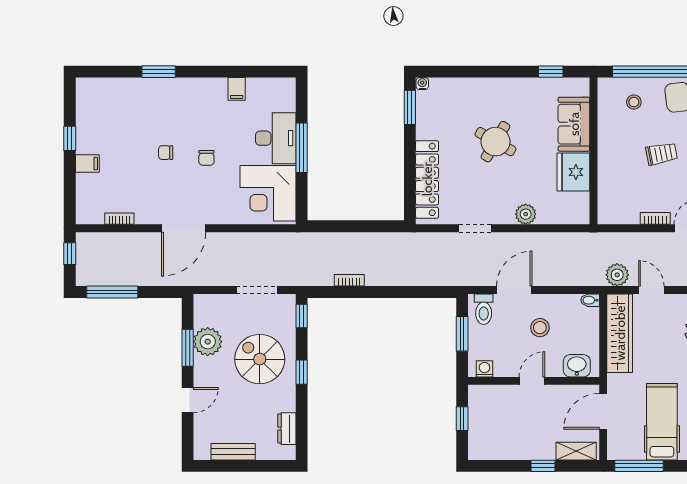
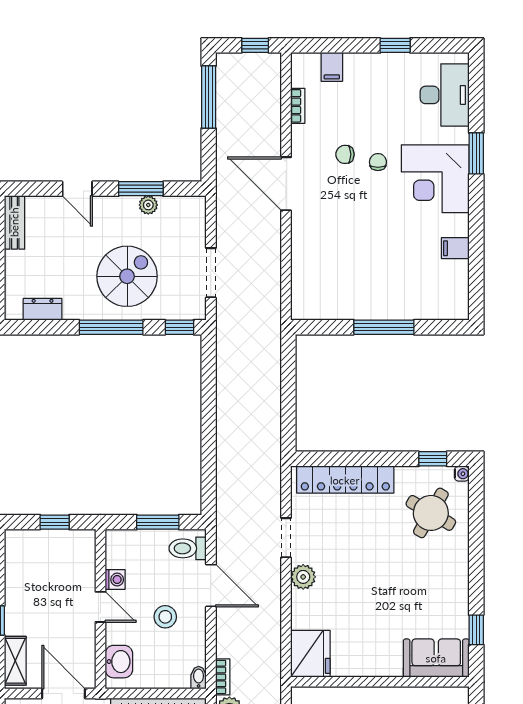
window: (410, 107) -> (433, 459), width x0.67
sofa: (574, 124) -> (436, 658), moved
desk: (276, 138) -> (445, 95), moved, turned -90
round table: (495, 142) -> (431, 513), moved
chair: (206, 158) -> (345, 154), moved
filing cabinet: (87, 164) -> (332, 67), moved
fridge: (573, 172) -> (310, 654), moved, turned 90
corner desk: (268, 193) -> (435, 179), moved, turned -90
plant: (526, 214) -> (303, 577), moved
bookcase: (349, 280) -> (223, 677), moved
plant: (208, 342) -> (148, 205), width x0.53, depth x0.53
washing machine: (485, 369) -> (115, 580), moved
window: (302, 372) -> (111, 327), width x2.17
bench: (233, 452) -> (14, 222), moved

